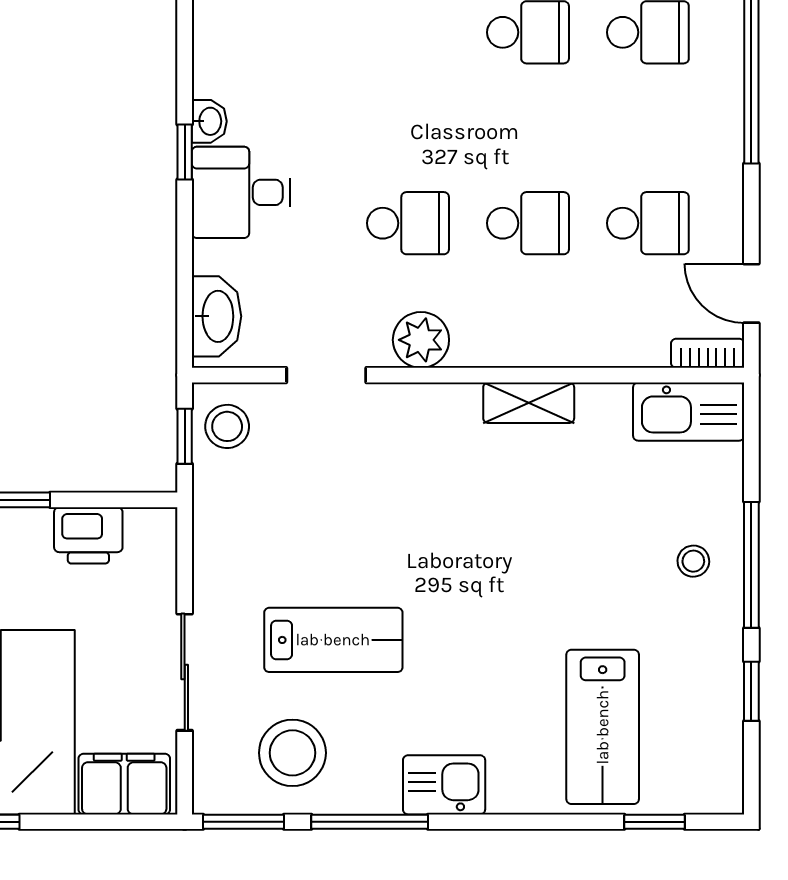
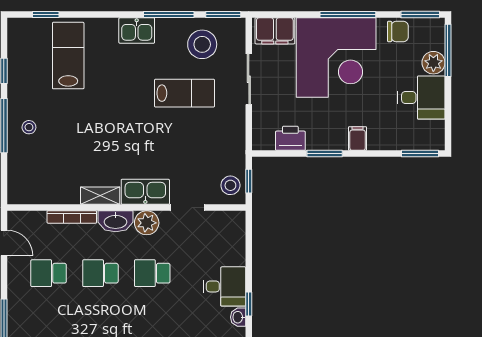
washbasin: (216, 316) -> (116, 221), moved, turned -90
bookcase: (708, 353) -> (72, 217), moved, width x1.56
kitchen sink: (689, 412) -> (145, 192), moved
lab bench: (333, 640) -> (185, 93), turned 180

